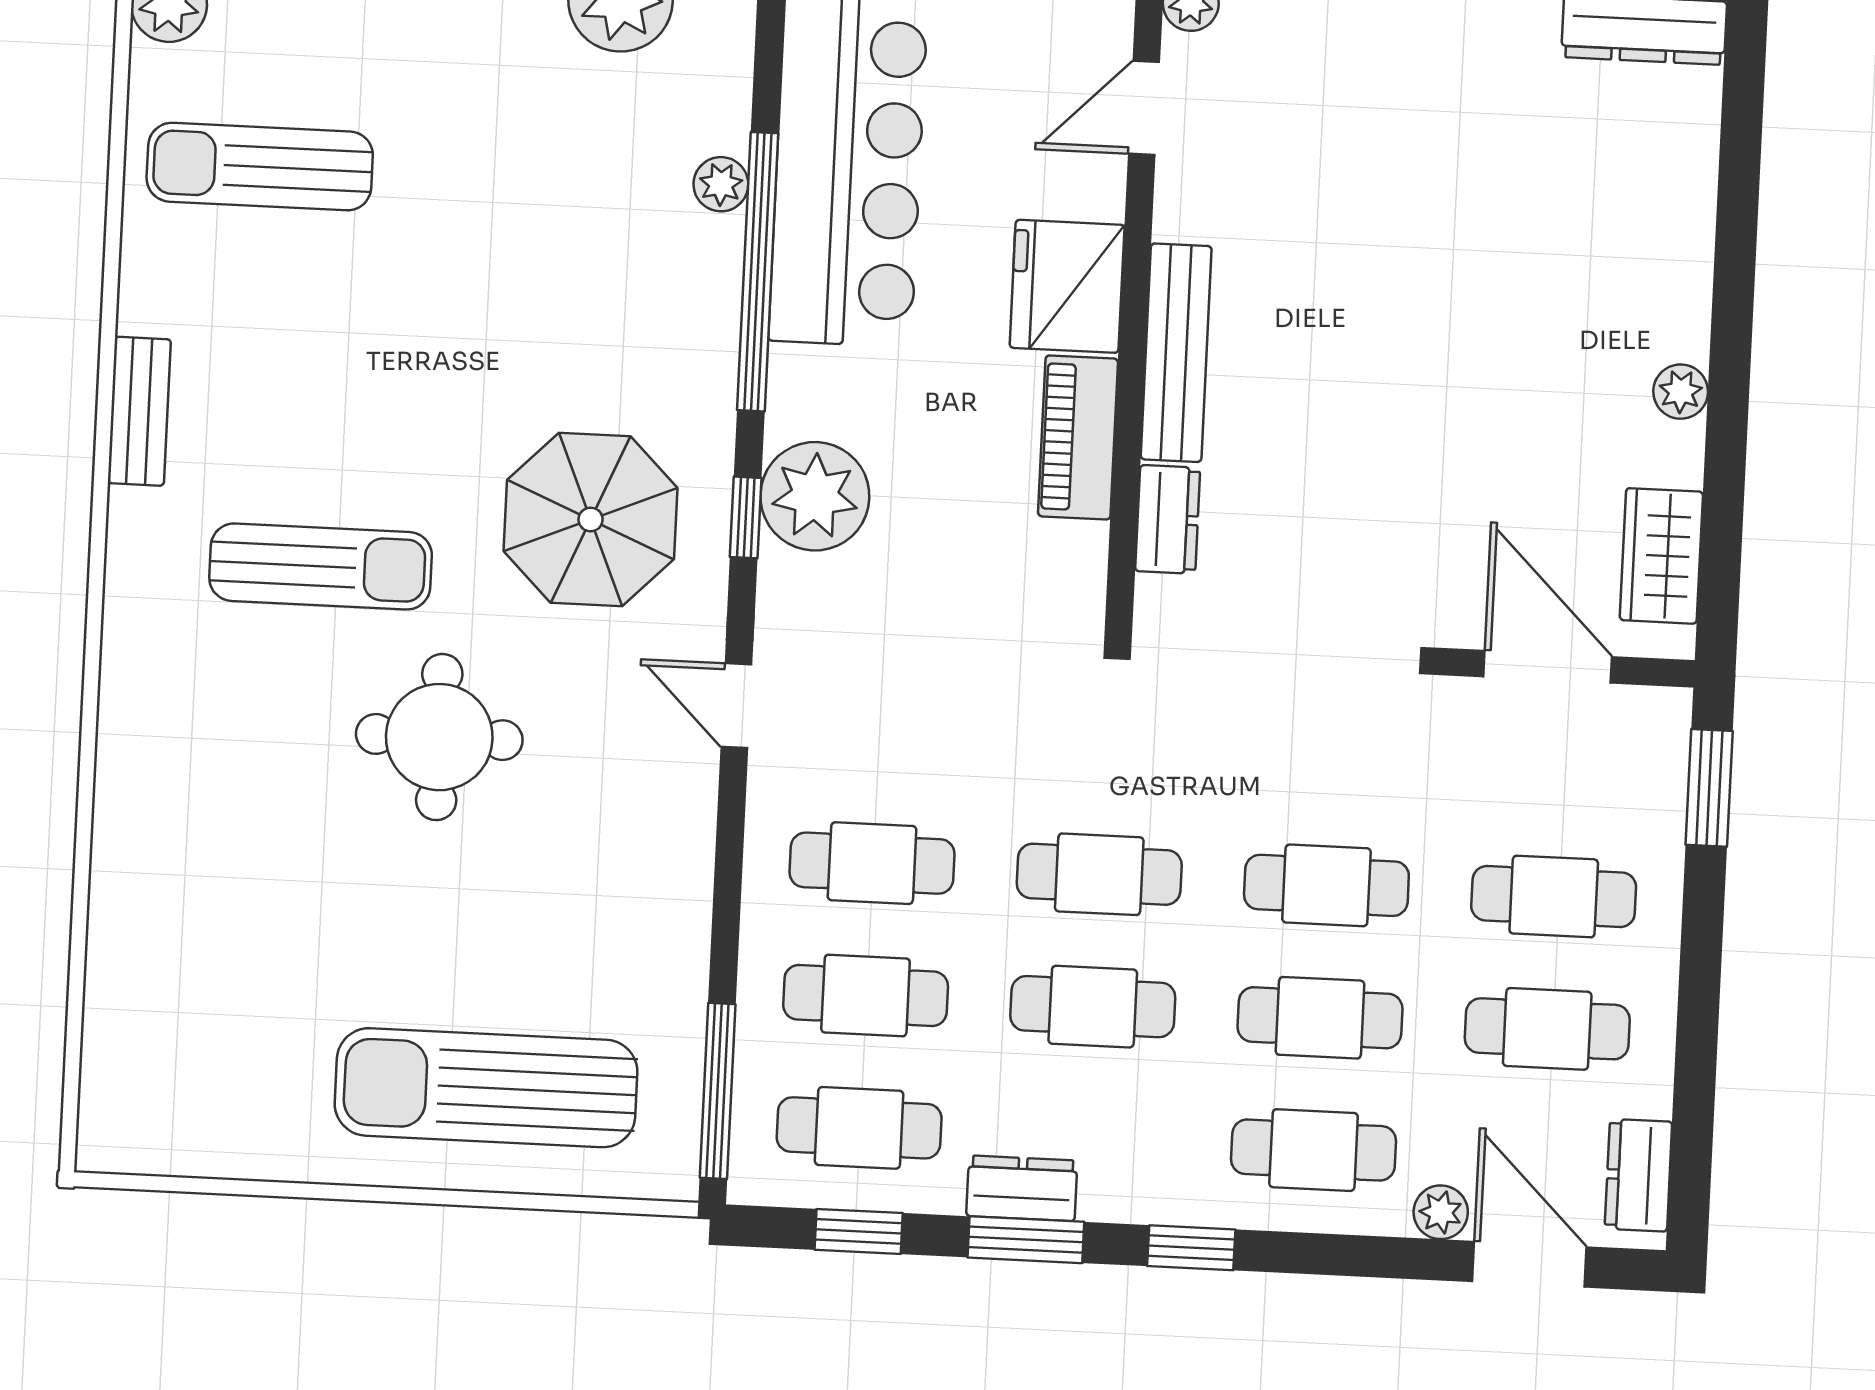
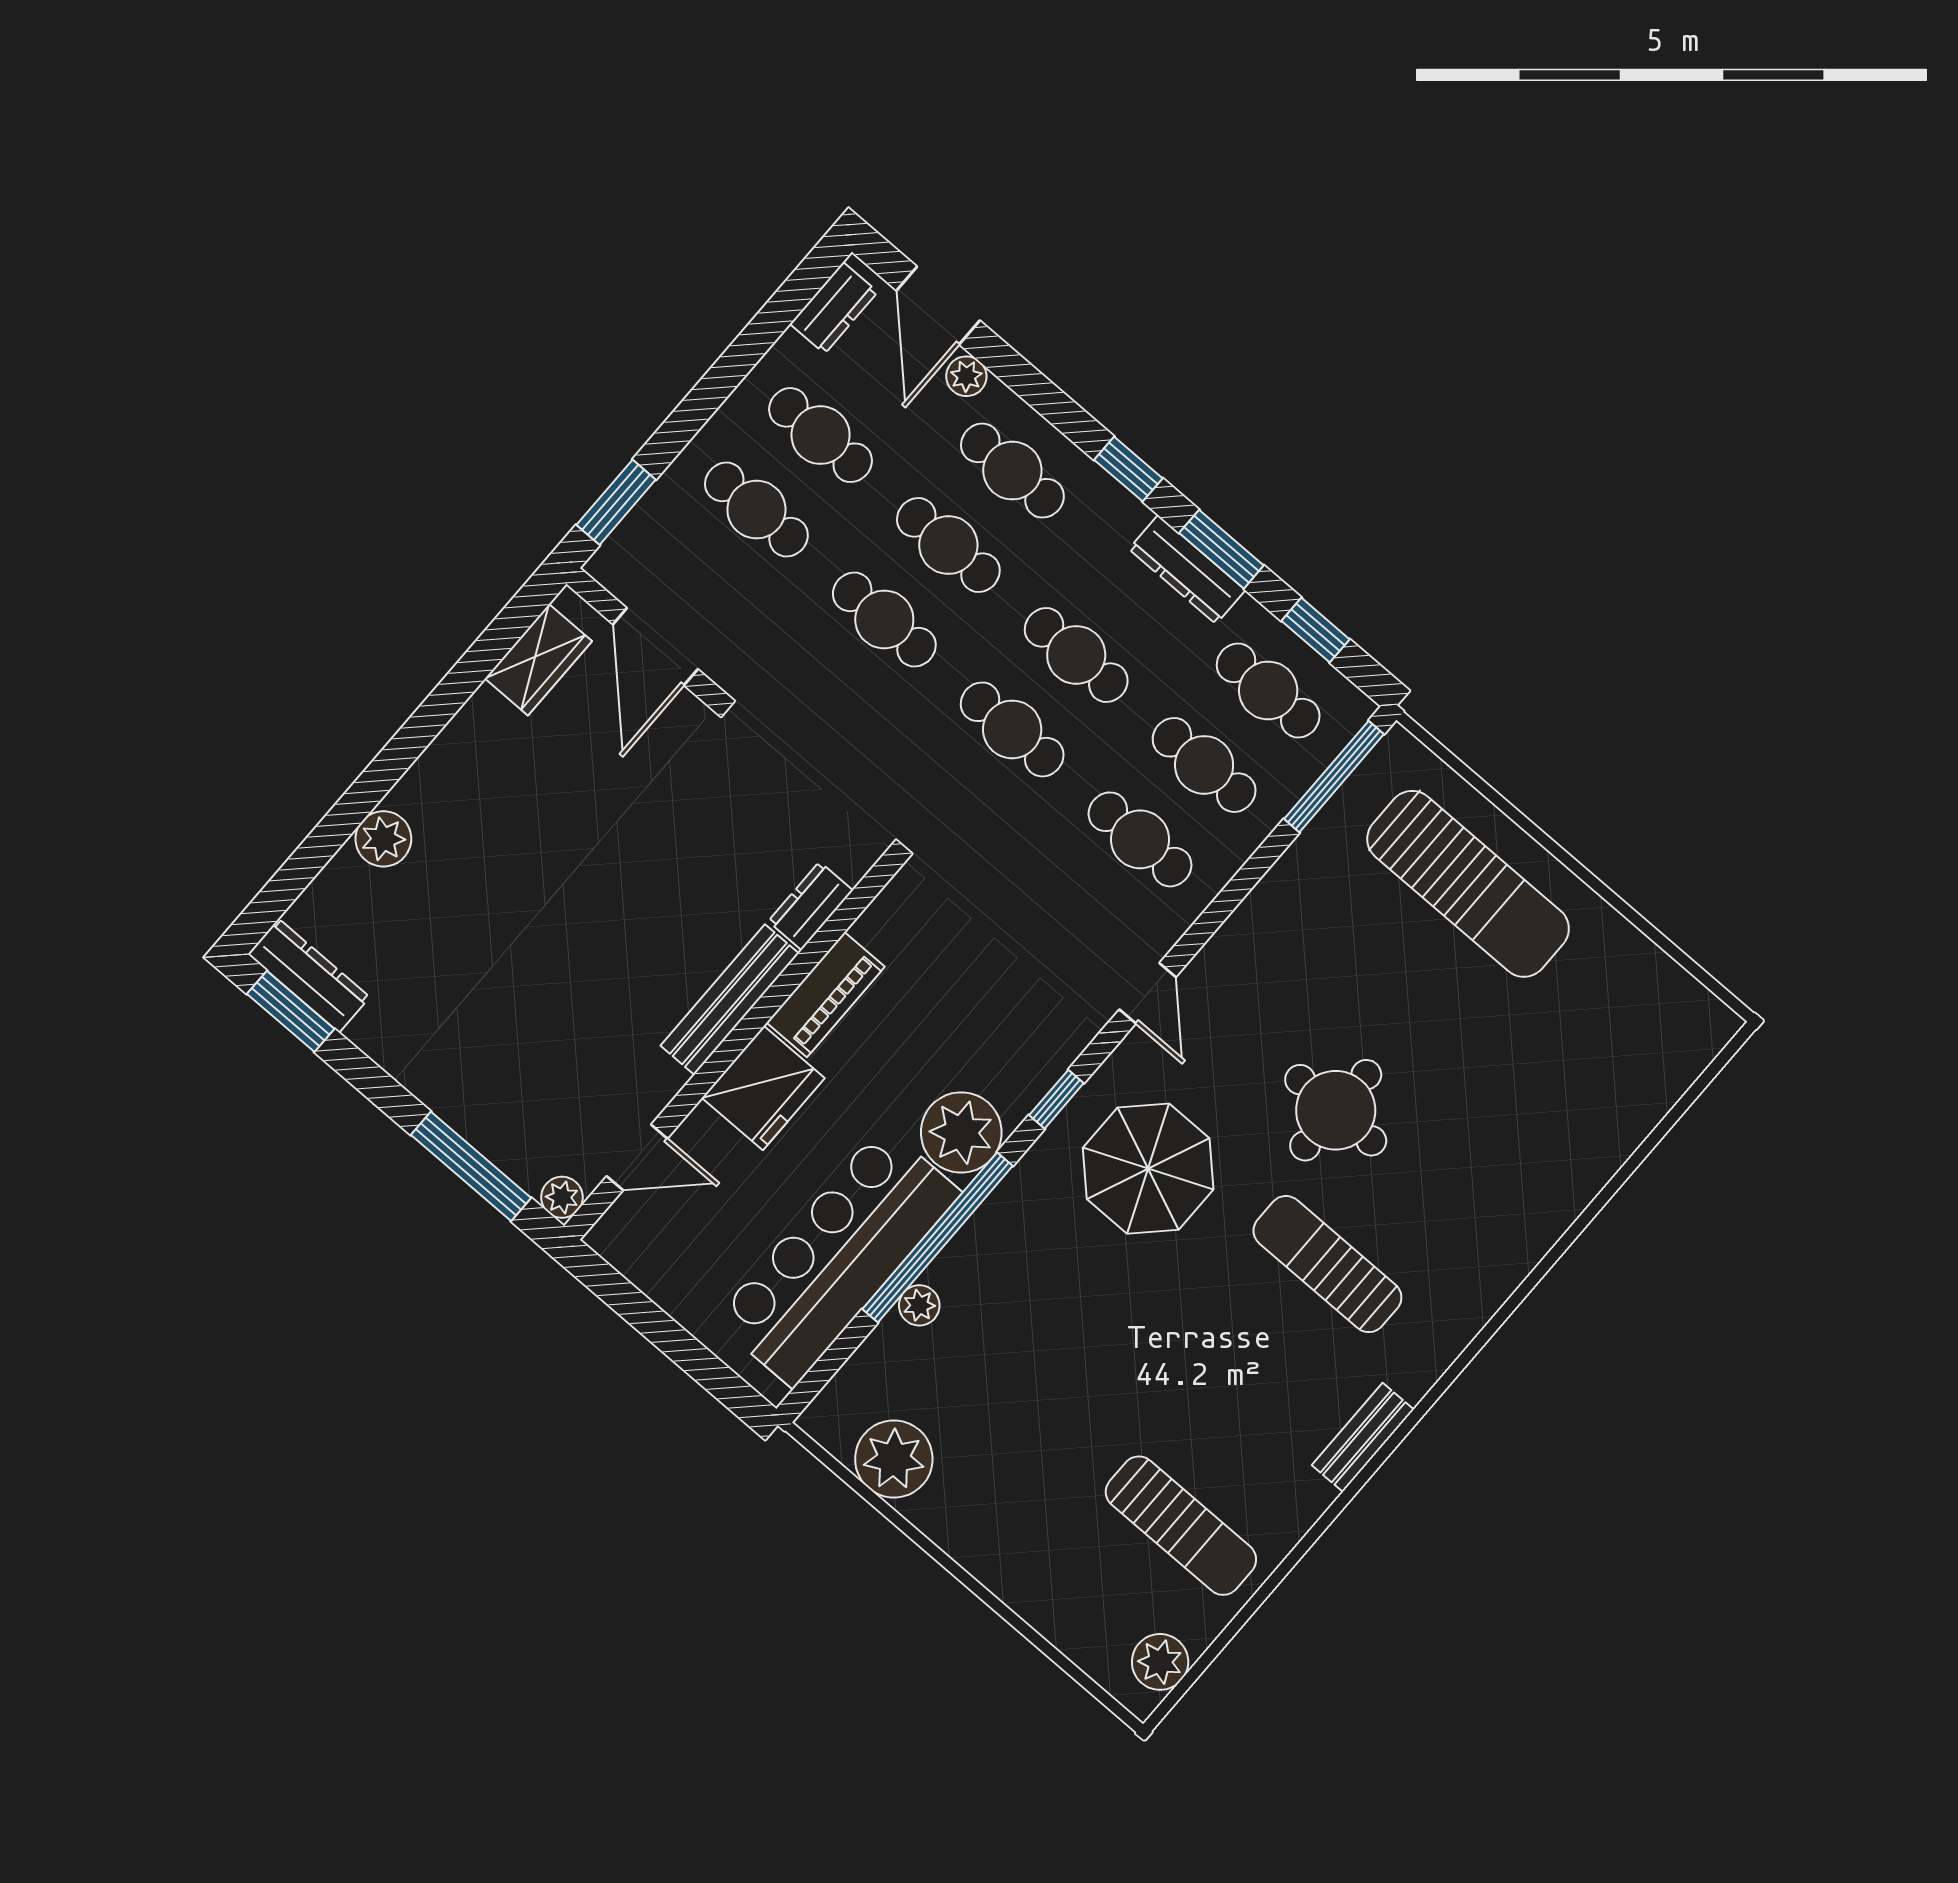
plant: (1681, 392) -> (383, 839), moved, width x1.38, depth x1.38
plant: (815, 496) -> (961, 1132), moved
dresser: (1022, 1188) -> (1187, 570), width x1.44

